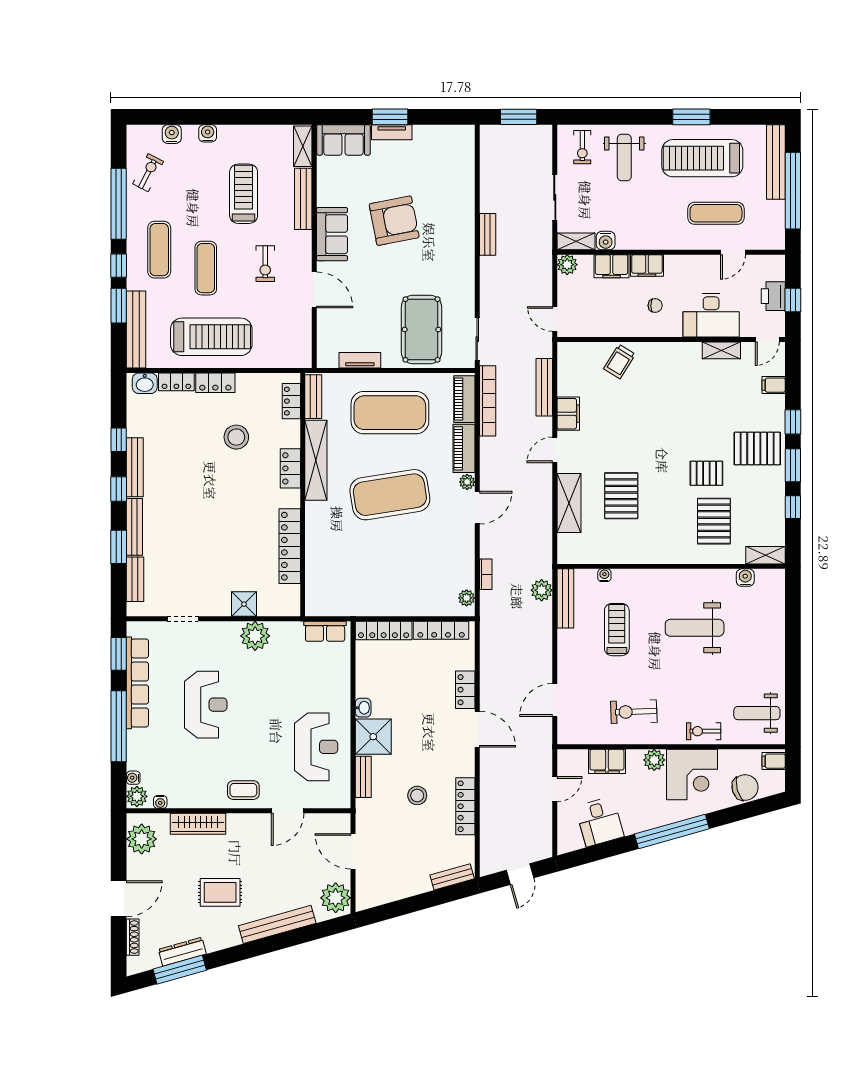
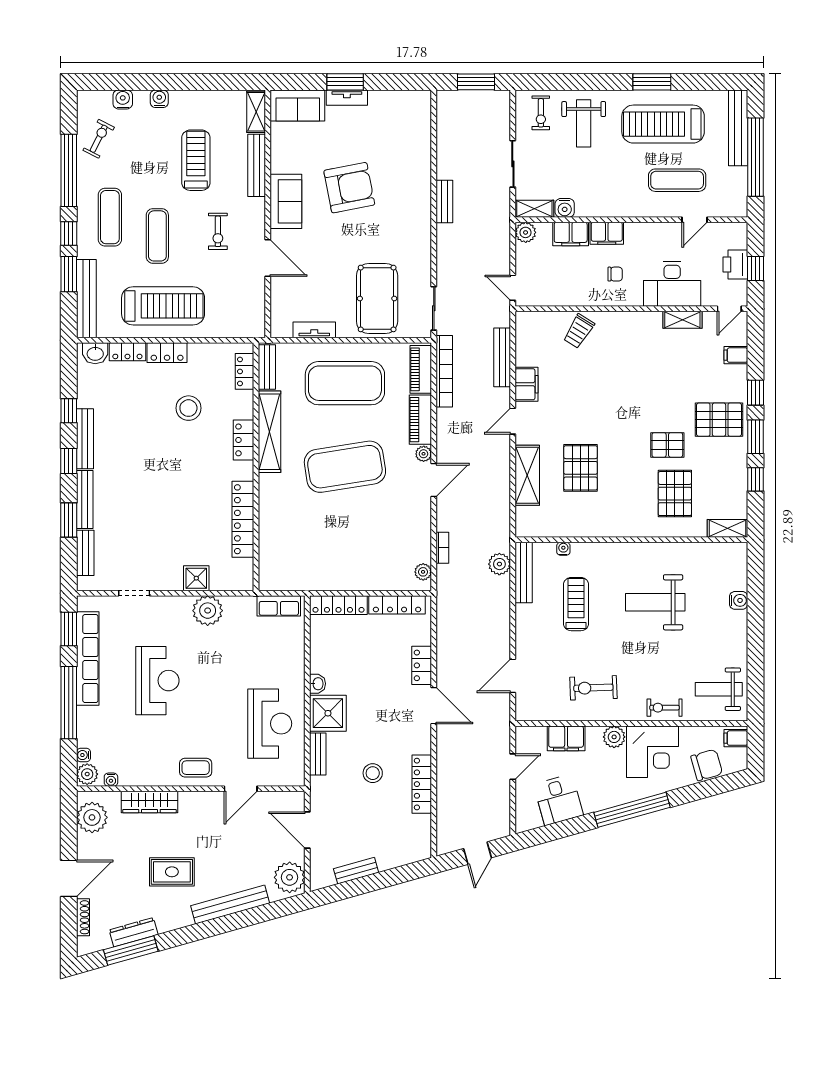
water cooler: (745, 578) -> (739, 600), moved, turned 90
bench: (452, 877) -> (356, 871), moved

